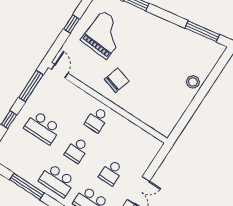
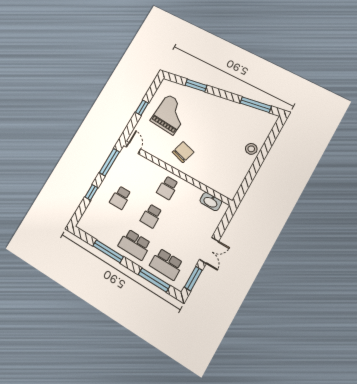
school desk: (43, 128) -> (120, 198), width x0.54
washbasin: (144, 138) -> (211, 202), added
school desk: (111, 173) -> (183, 235), removed

